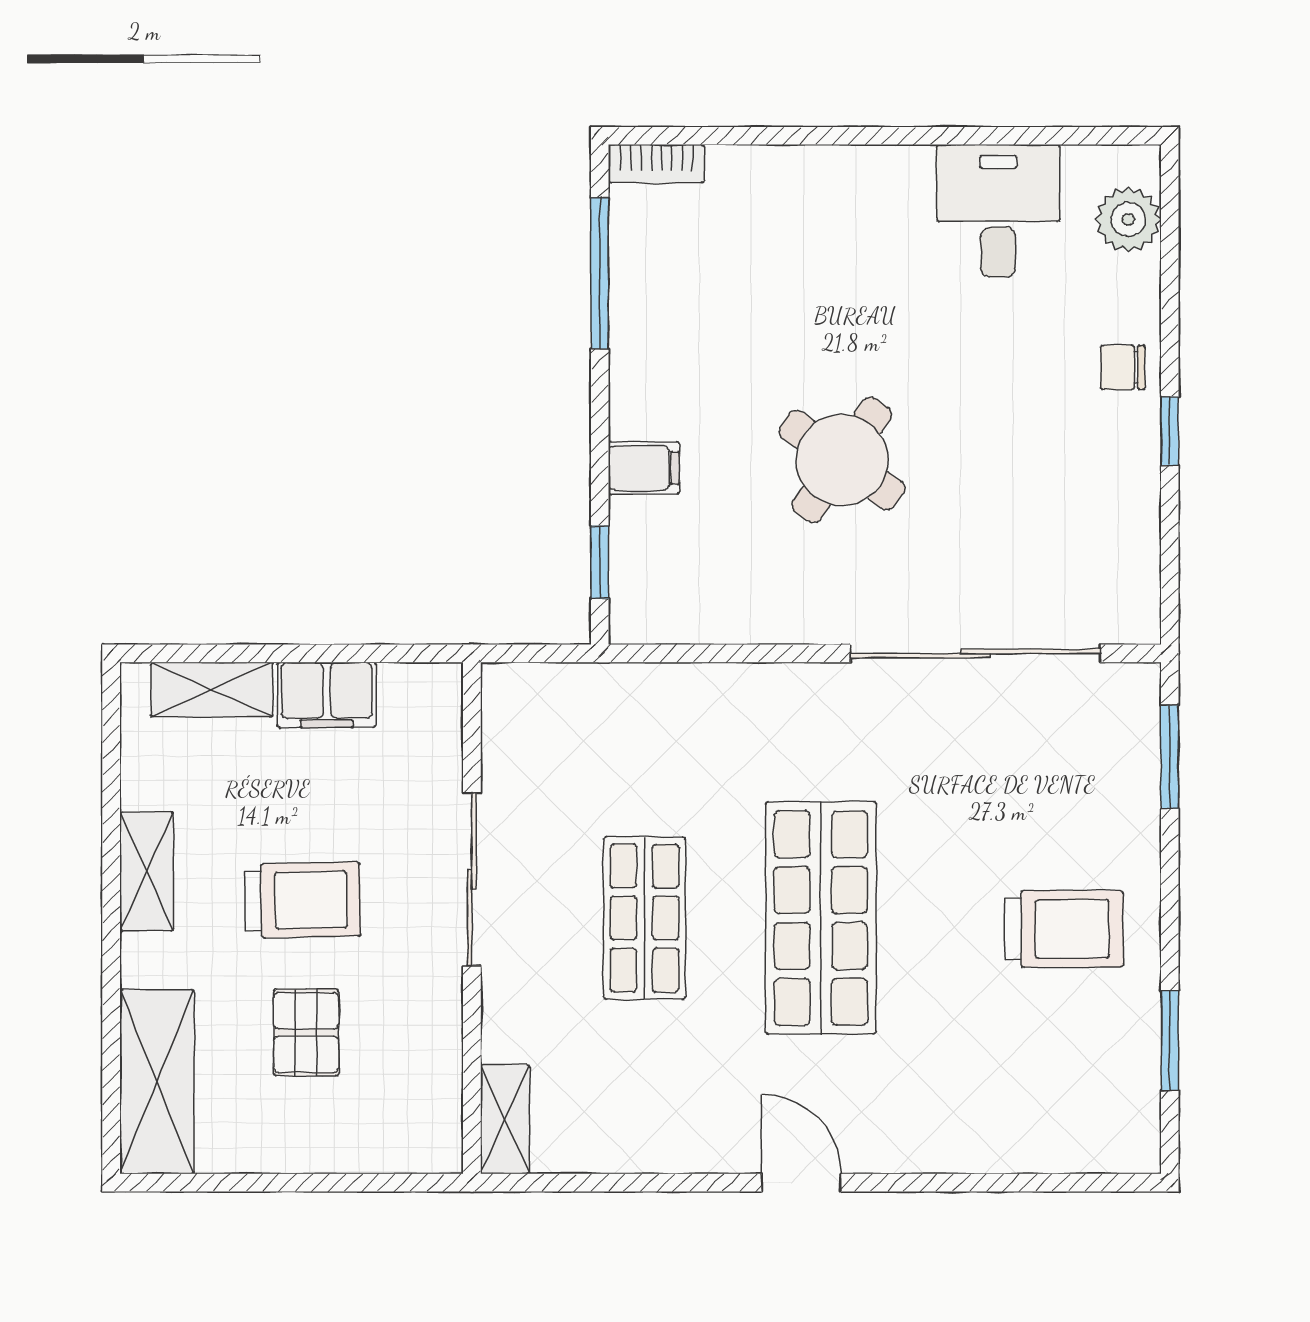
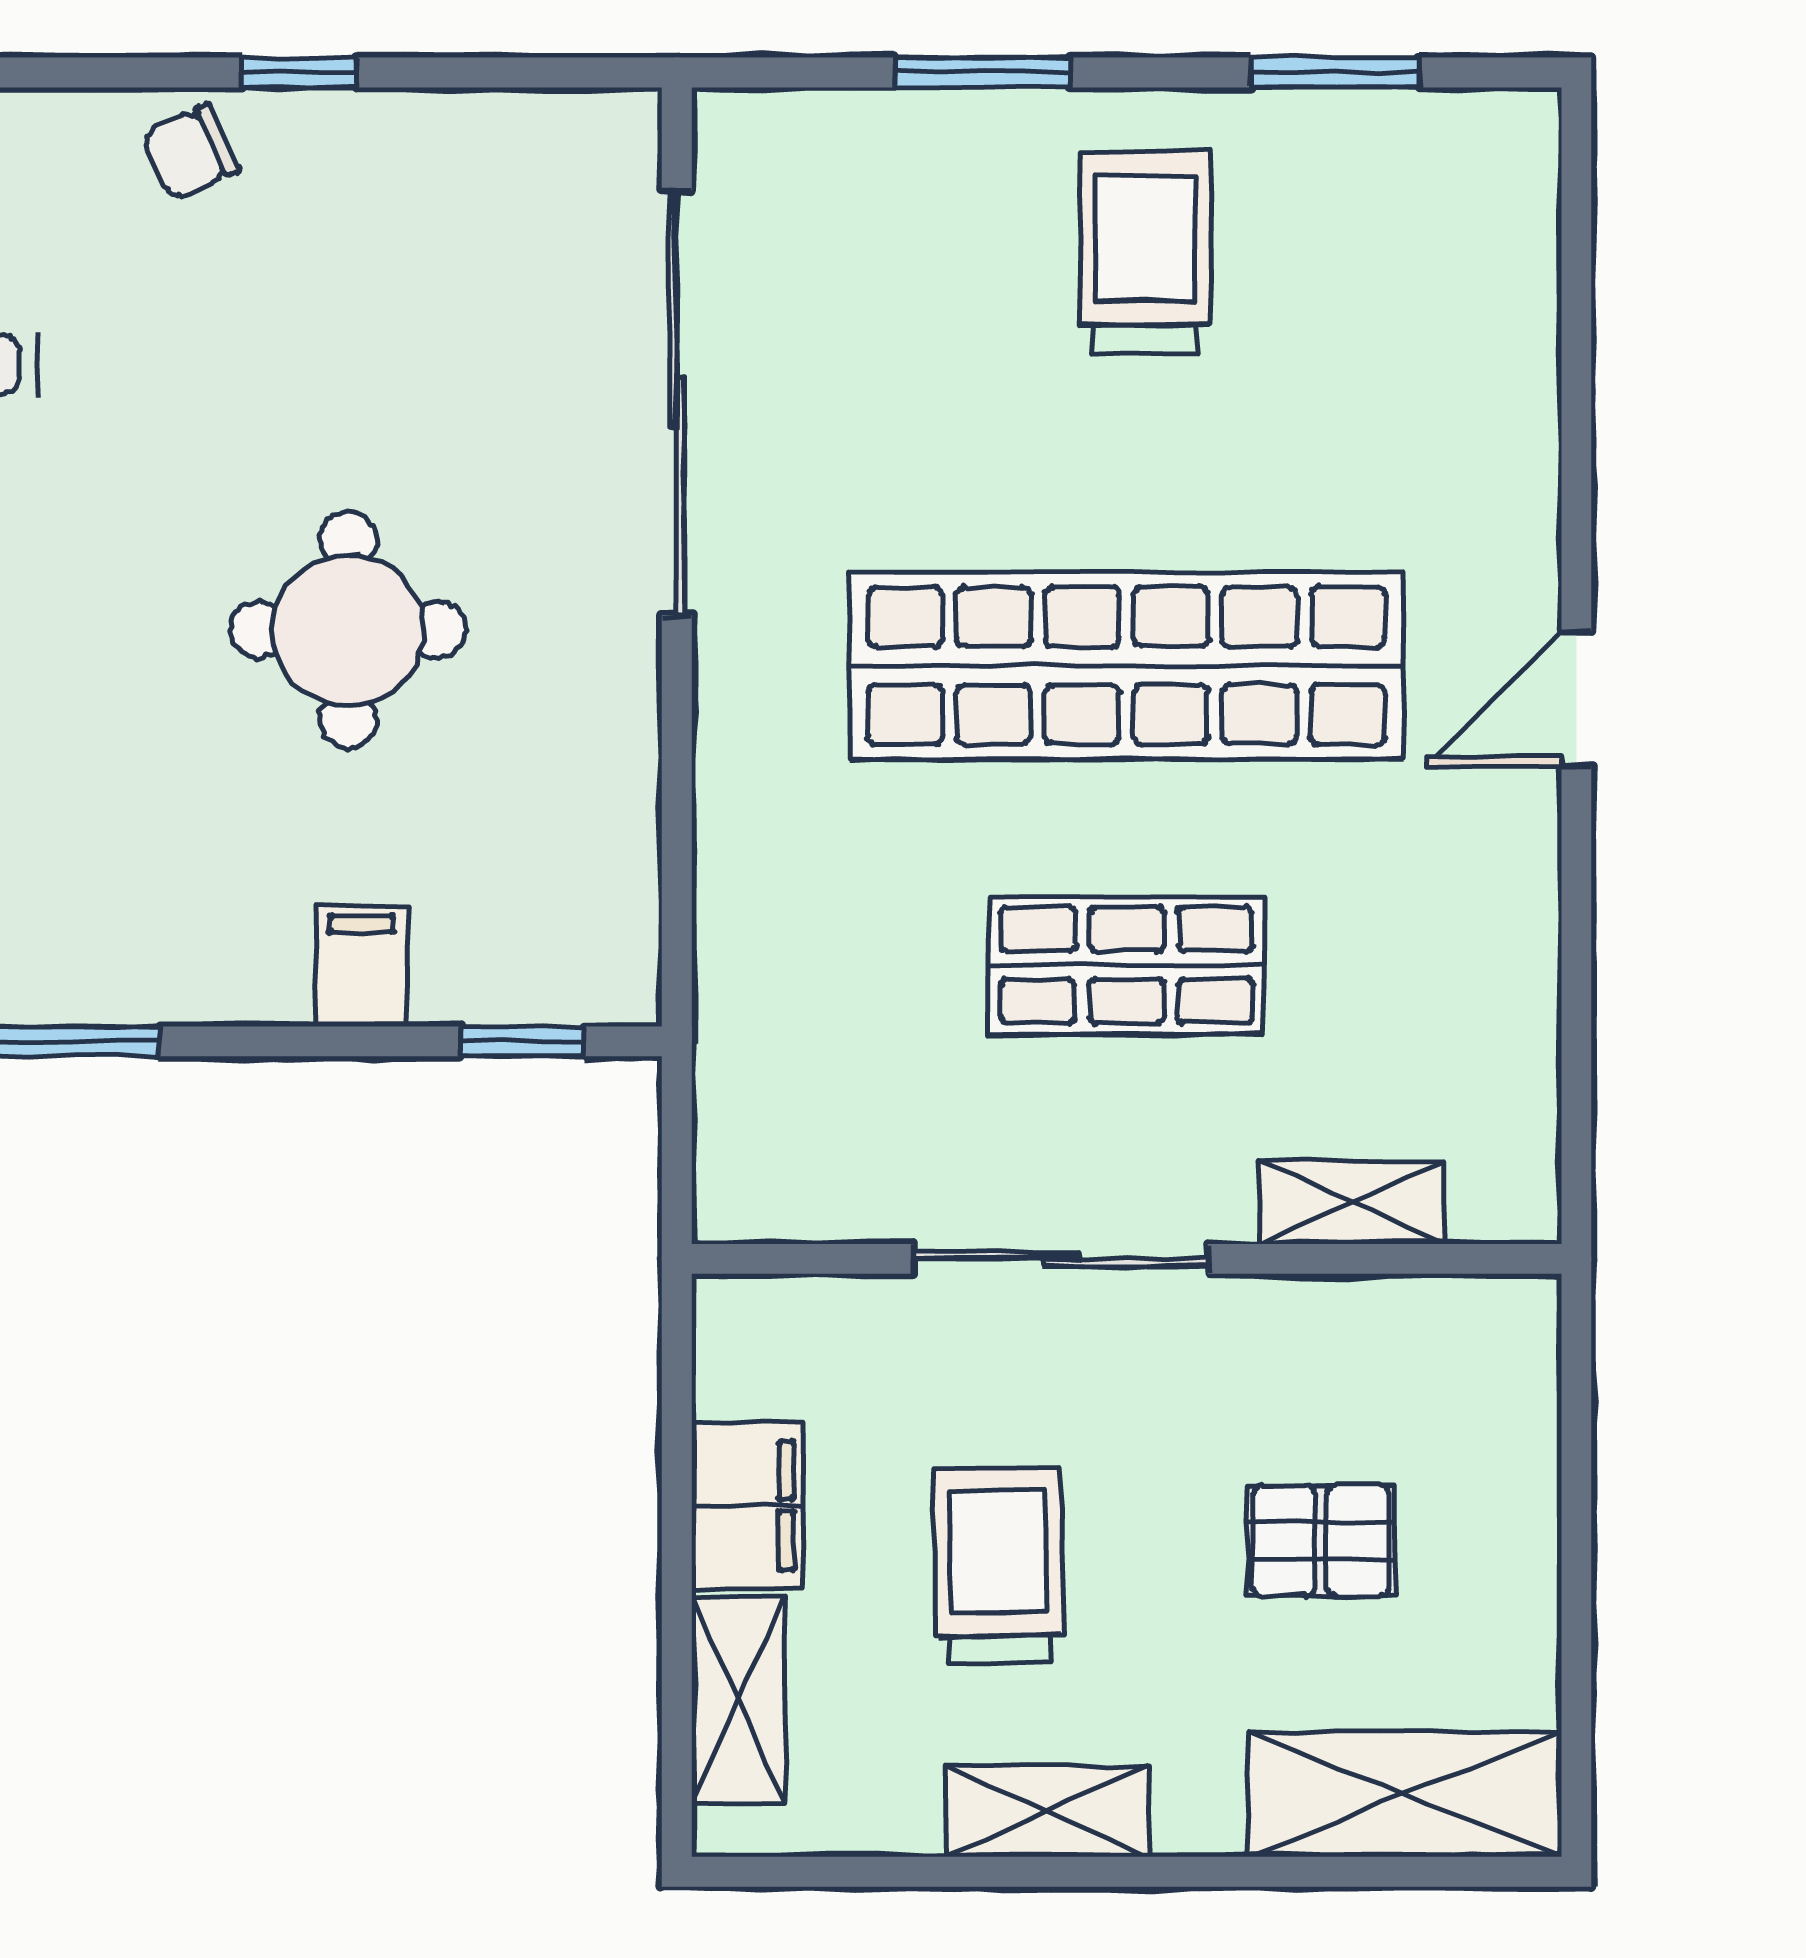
chair: (1123, 367) -> (191, 152), turned 65
round table: (842, 460) -> (348, 630), turned -35
window: (1170, 757) -> (982, 72), moved
trolley: (303, 900) -> (999, 1565), moved
shop shelf: (821, 918) -> (1127, 666), width x1.40
shelving: (505, 1119) -> (1352, 1202), moved

